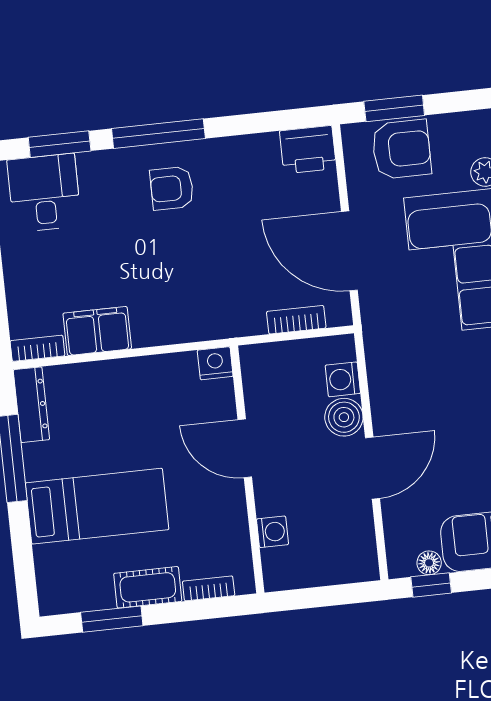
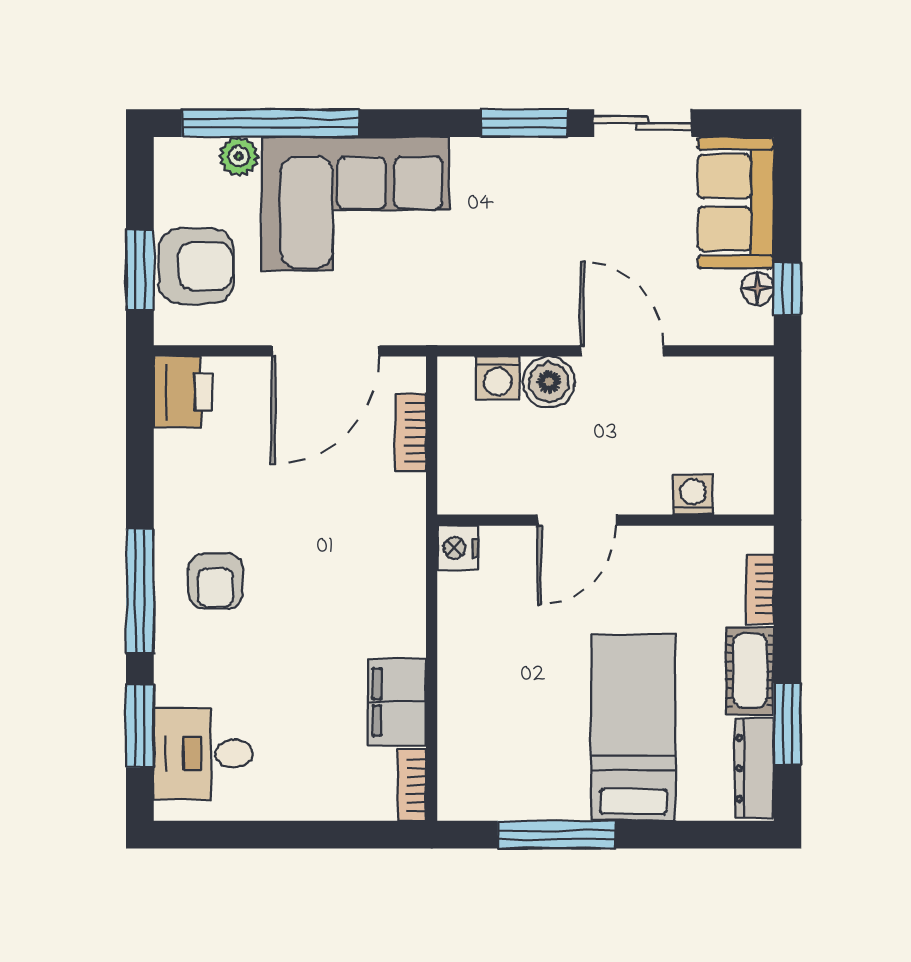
armchair: (401, 149) -> (196, 266), turned 90
dresser: (31, 405) -> (754, 768), moved, turned -90

